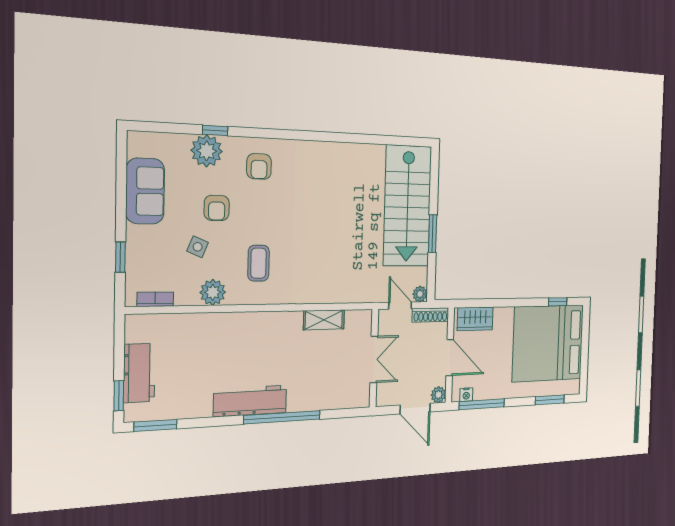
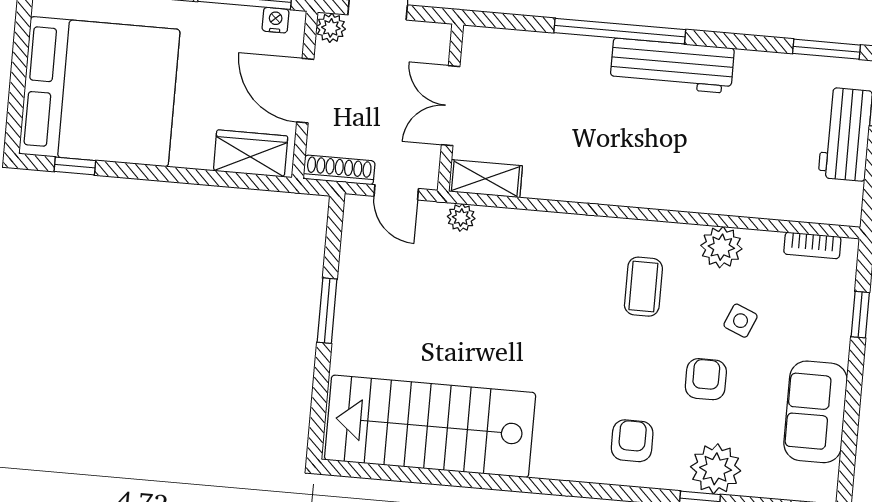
stairs: (407, 206) -> (430, 426), moved, turned -90
plant: (420, 294) -> (461, 218), moved
shelving: (324, 320) -> (486, 179), moved

